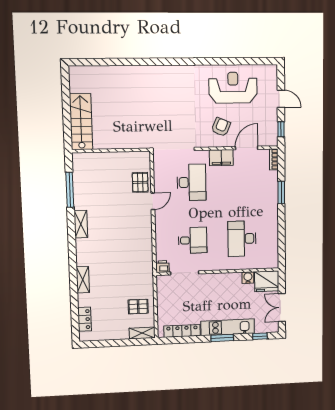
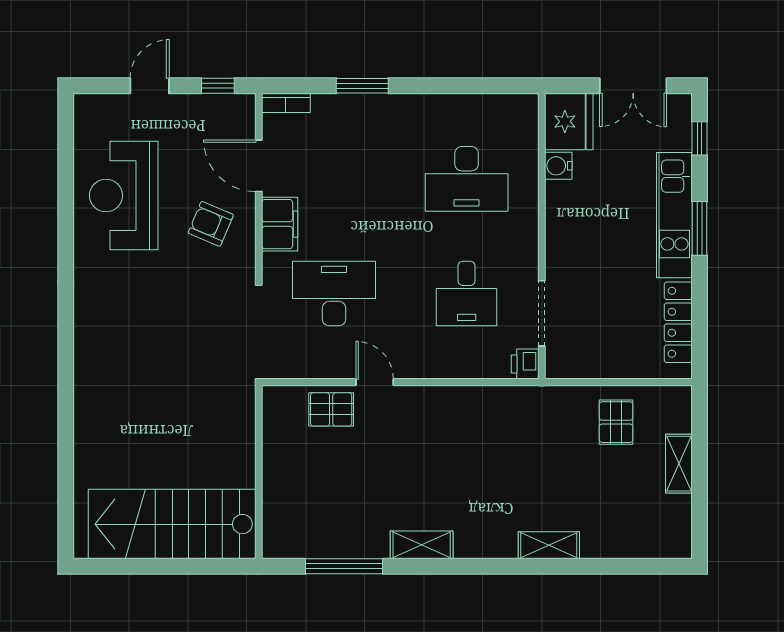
stairs: (81, 122) -> (172, 524), width x1.36, depth x1.51
desk: (193, 240) -> (467, 293), turned 180
locker: (85, 319) -> (640, 545), removed
shelving: (142, 333) -> (679, 464), moved

